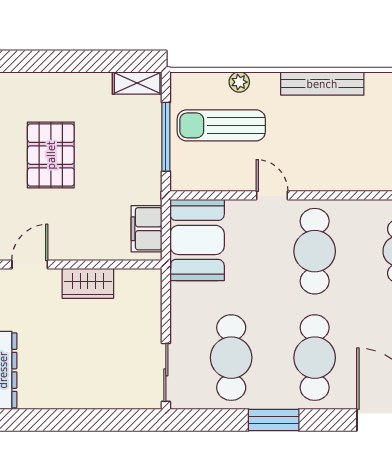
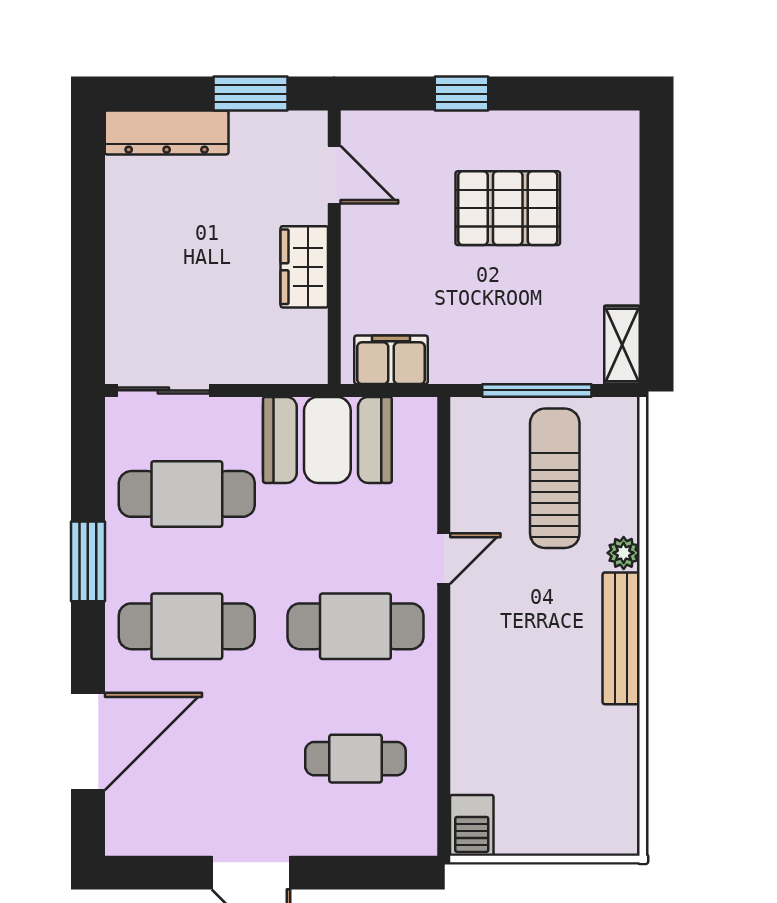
plant: (239, 82) -> (624, 553), moved
booth: (197, 240) -> (327, 440), moved

